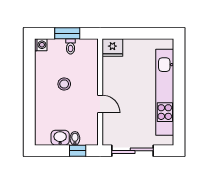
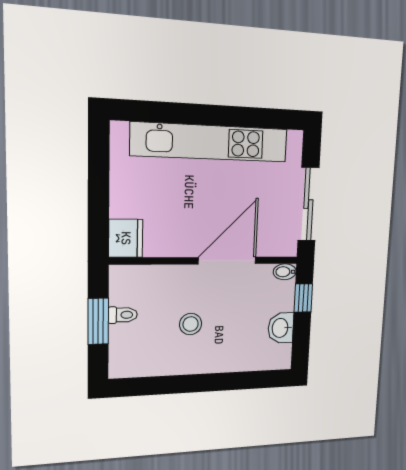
washing machine: (41, 45) -> (119, 368), removed
door: (100, 104) -> (227, 261), width x1.88
bidet: (75, 138) -> (285, 272), moved

